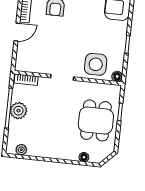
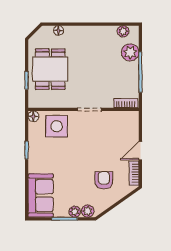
plant: (18, 111) -> (130, 52), moved

